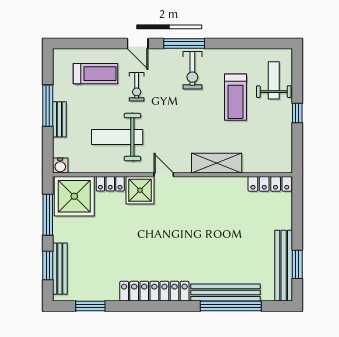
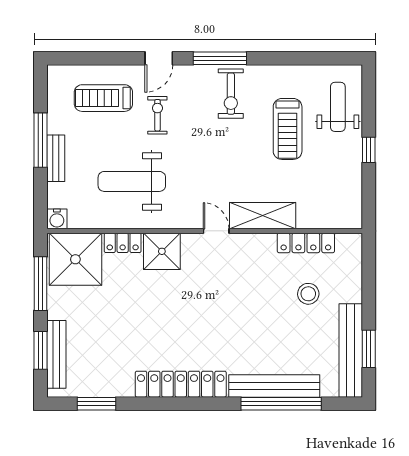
door: (138, 43) -> (159, 58), hinge flipped
treadmill: (96, 74) -> (103, 98), turned 180
exercise bike: (137, 87) -> (157, 115), turned 180
door: (164, 175) -> (216, 231), moved
locker: (270, 184) -> (306, 243), moved
stool: (251, 222) -> (308, 294), added

